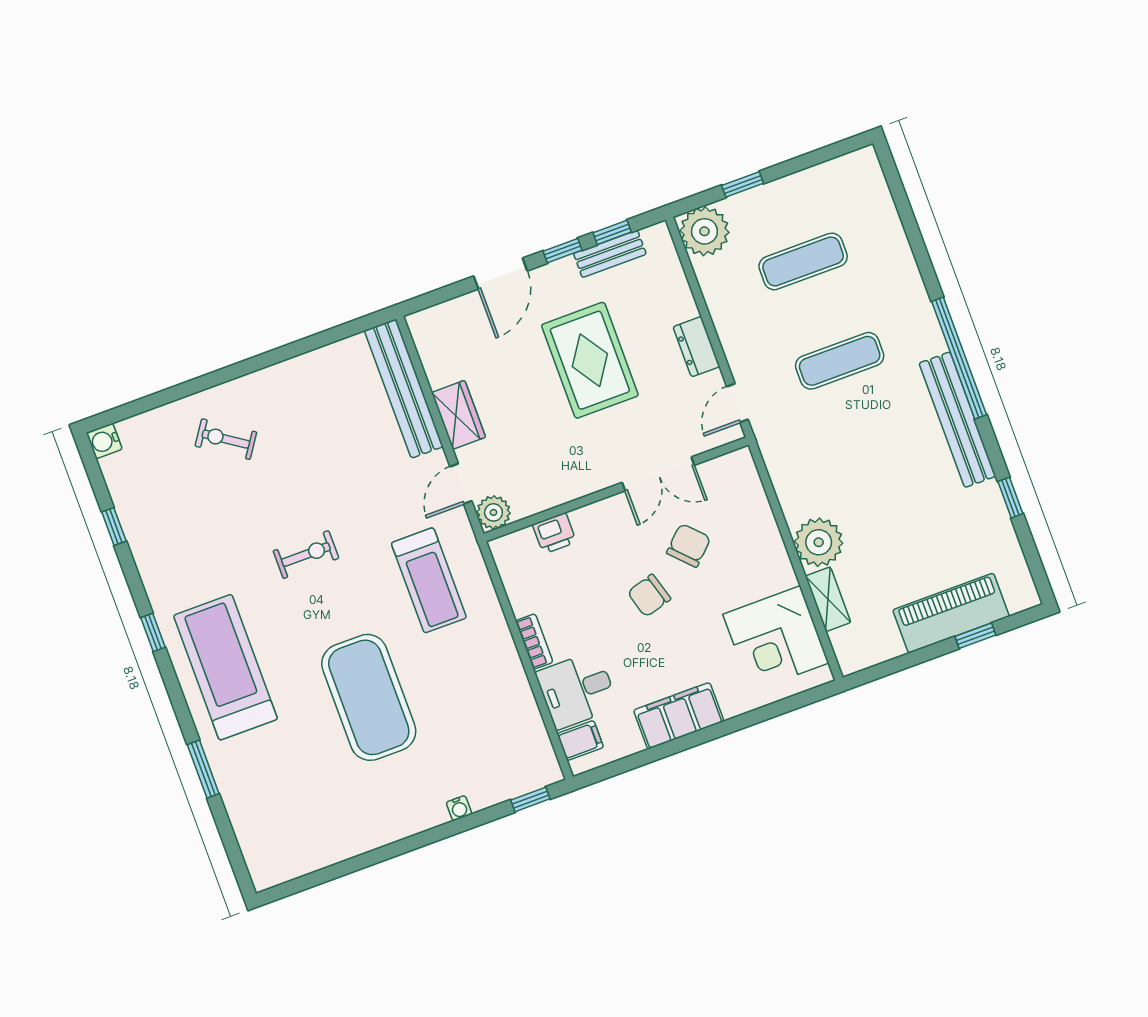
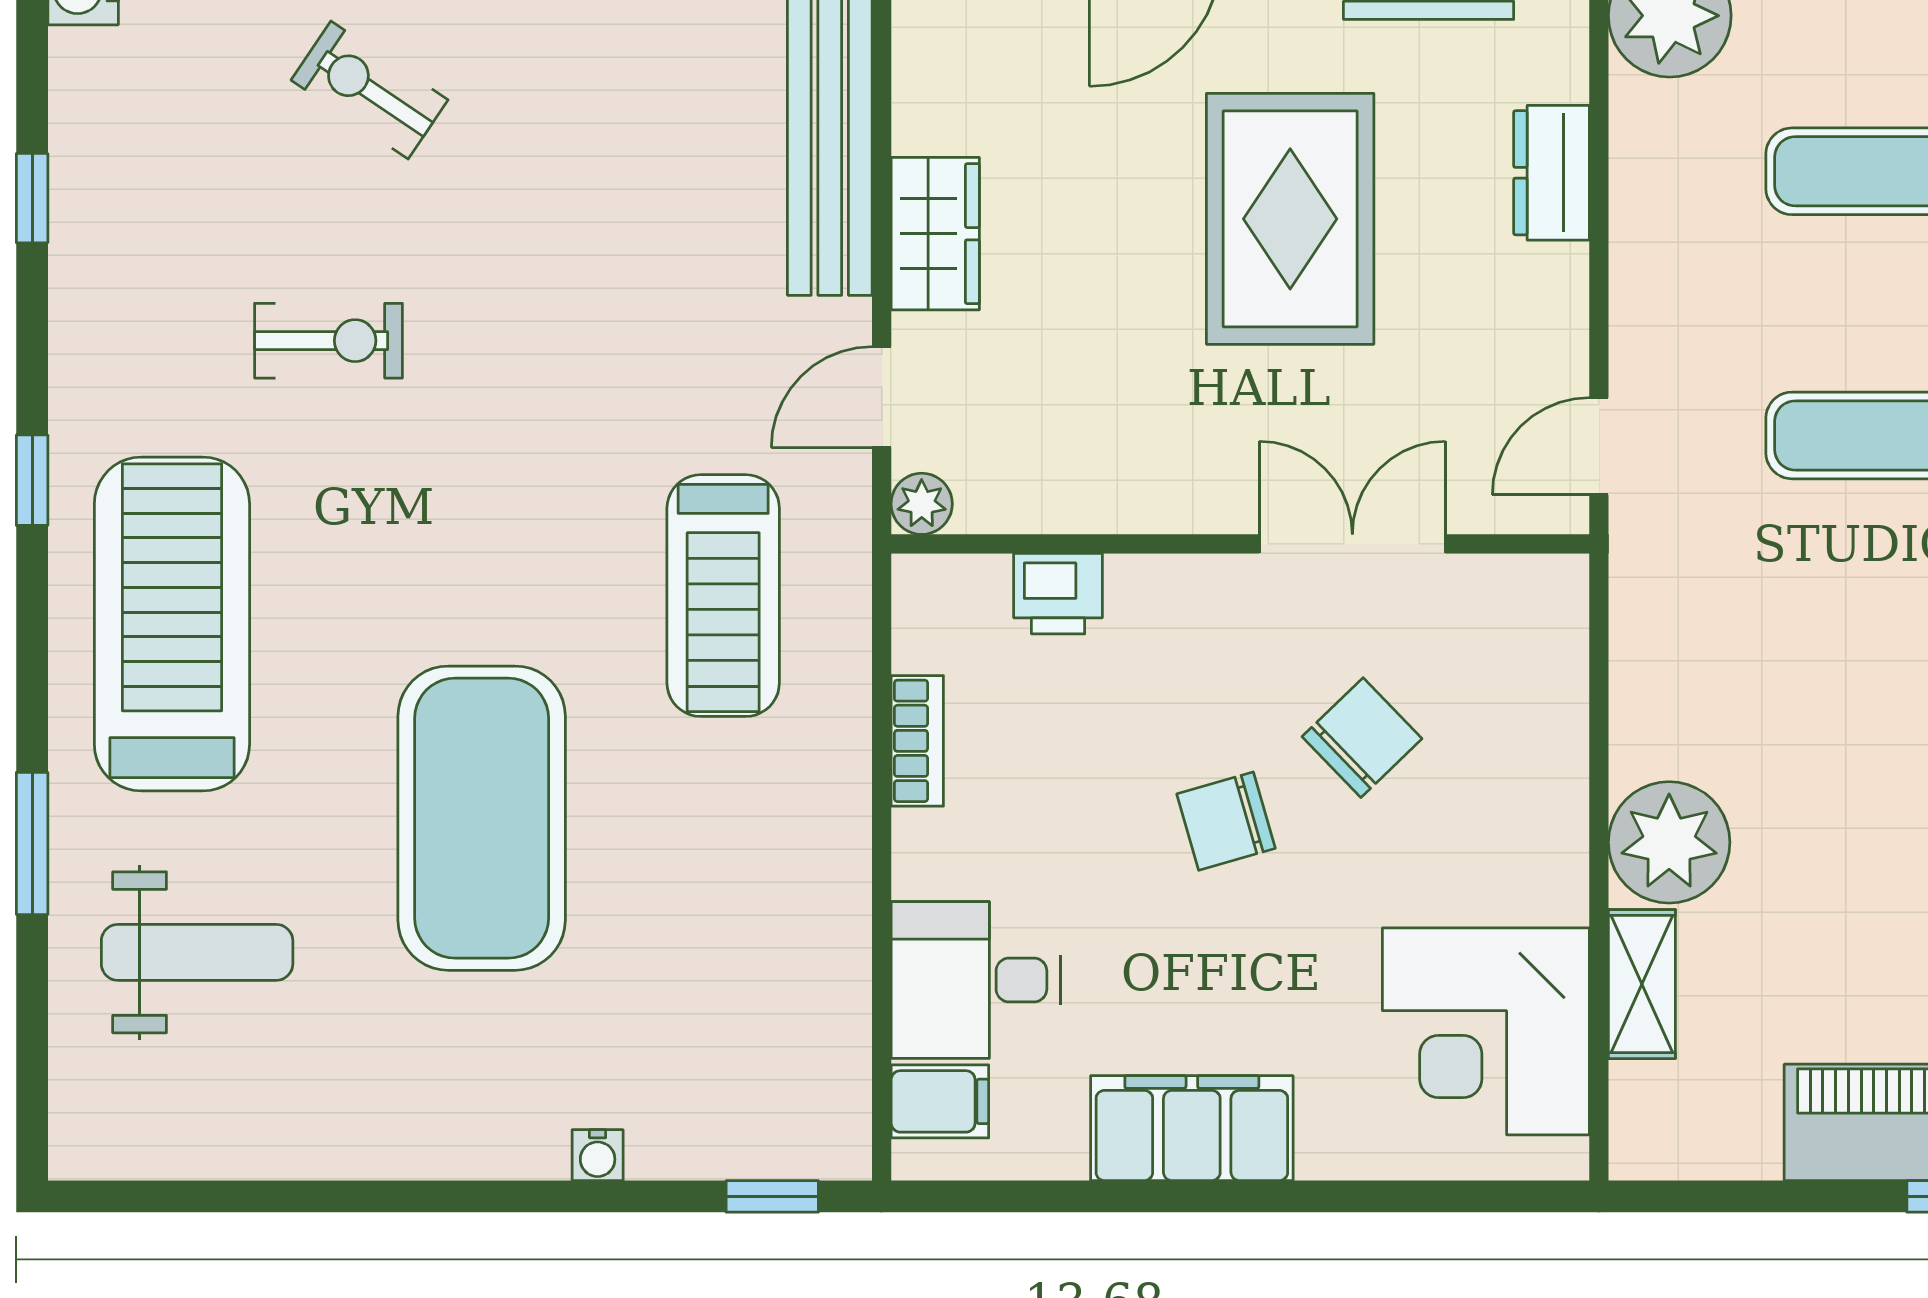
dresser: (696, 347) -> (1551, 173), moved
double door: (658, 474) -> (1352, 544), swing flipped
plant: (493, 512) -> (922, 504), width x0.73, depth x0.73
exercise bike: (306, 555) -> (329, 341), moved
bookcase: (534, 642) -> (917, 741), moved
weight bench: (280, 787) -> (197, 952), added

